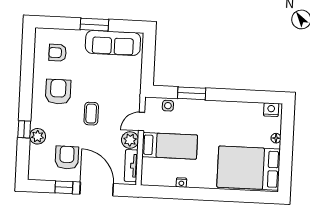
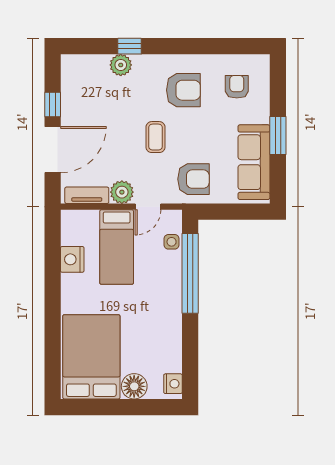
window: (192, 93) -> (190, 273), width x2.11
coffee table: (91, 114) -> (155, 137), turned 90
door: (142, 122) -> (148, 207), swing flipped
floor lamp: (276, 138) -> (134, 386), width x1.89, depth x1.89
armchair: (67, 158) -> (193, 179), moved
nightstand: (181, 183) -> (72, 259), width x1.89, depth x1.79

